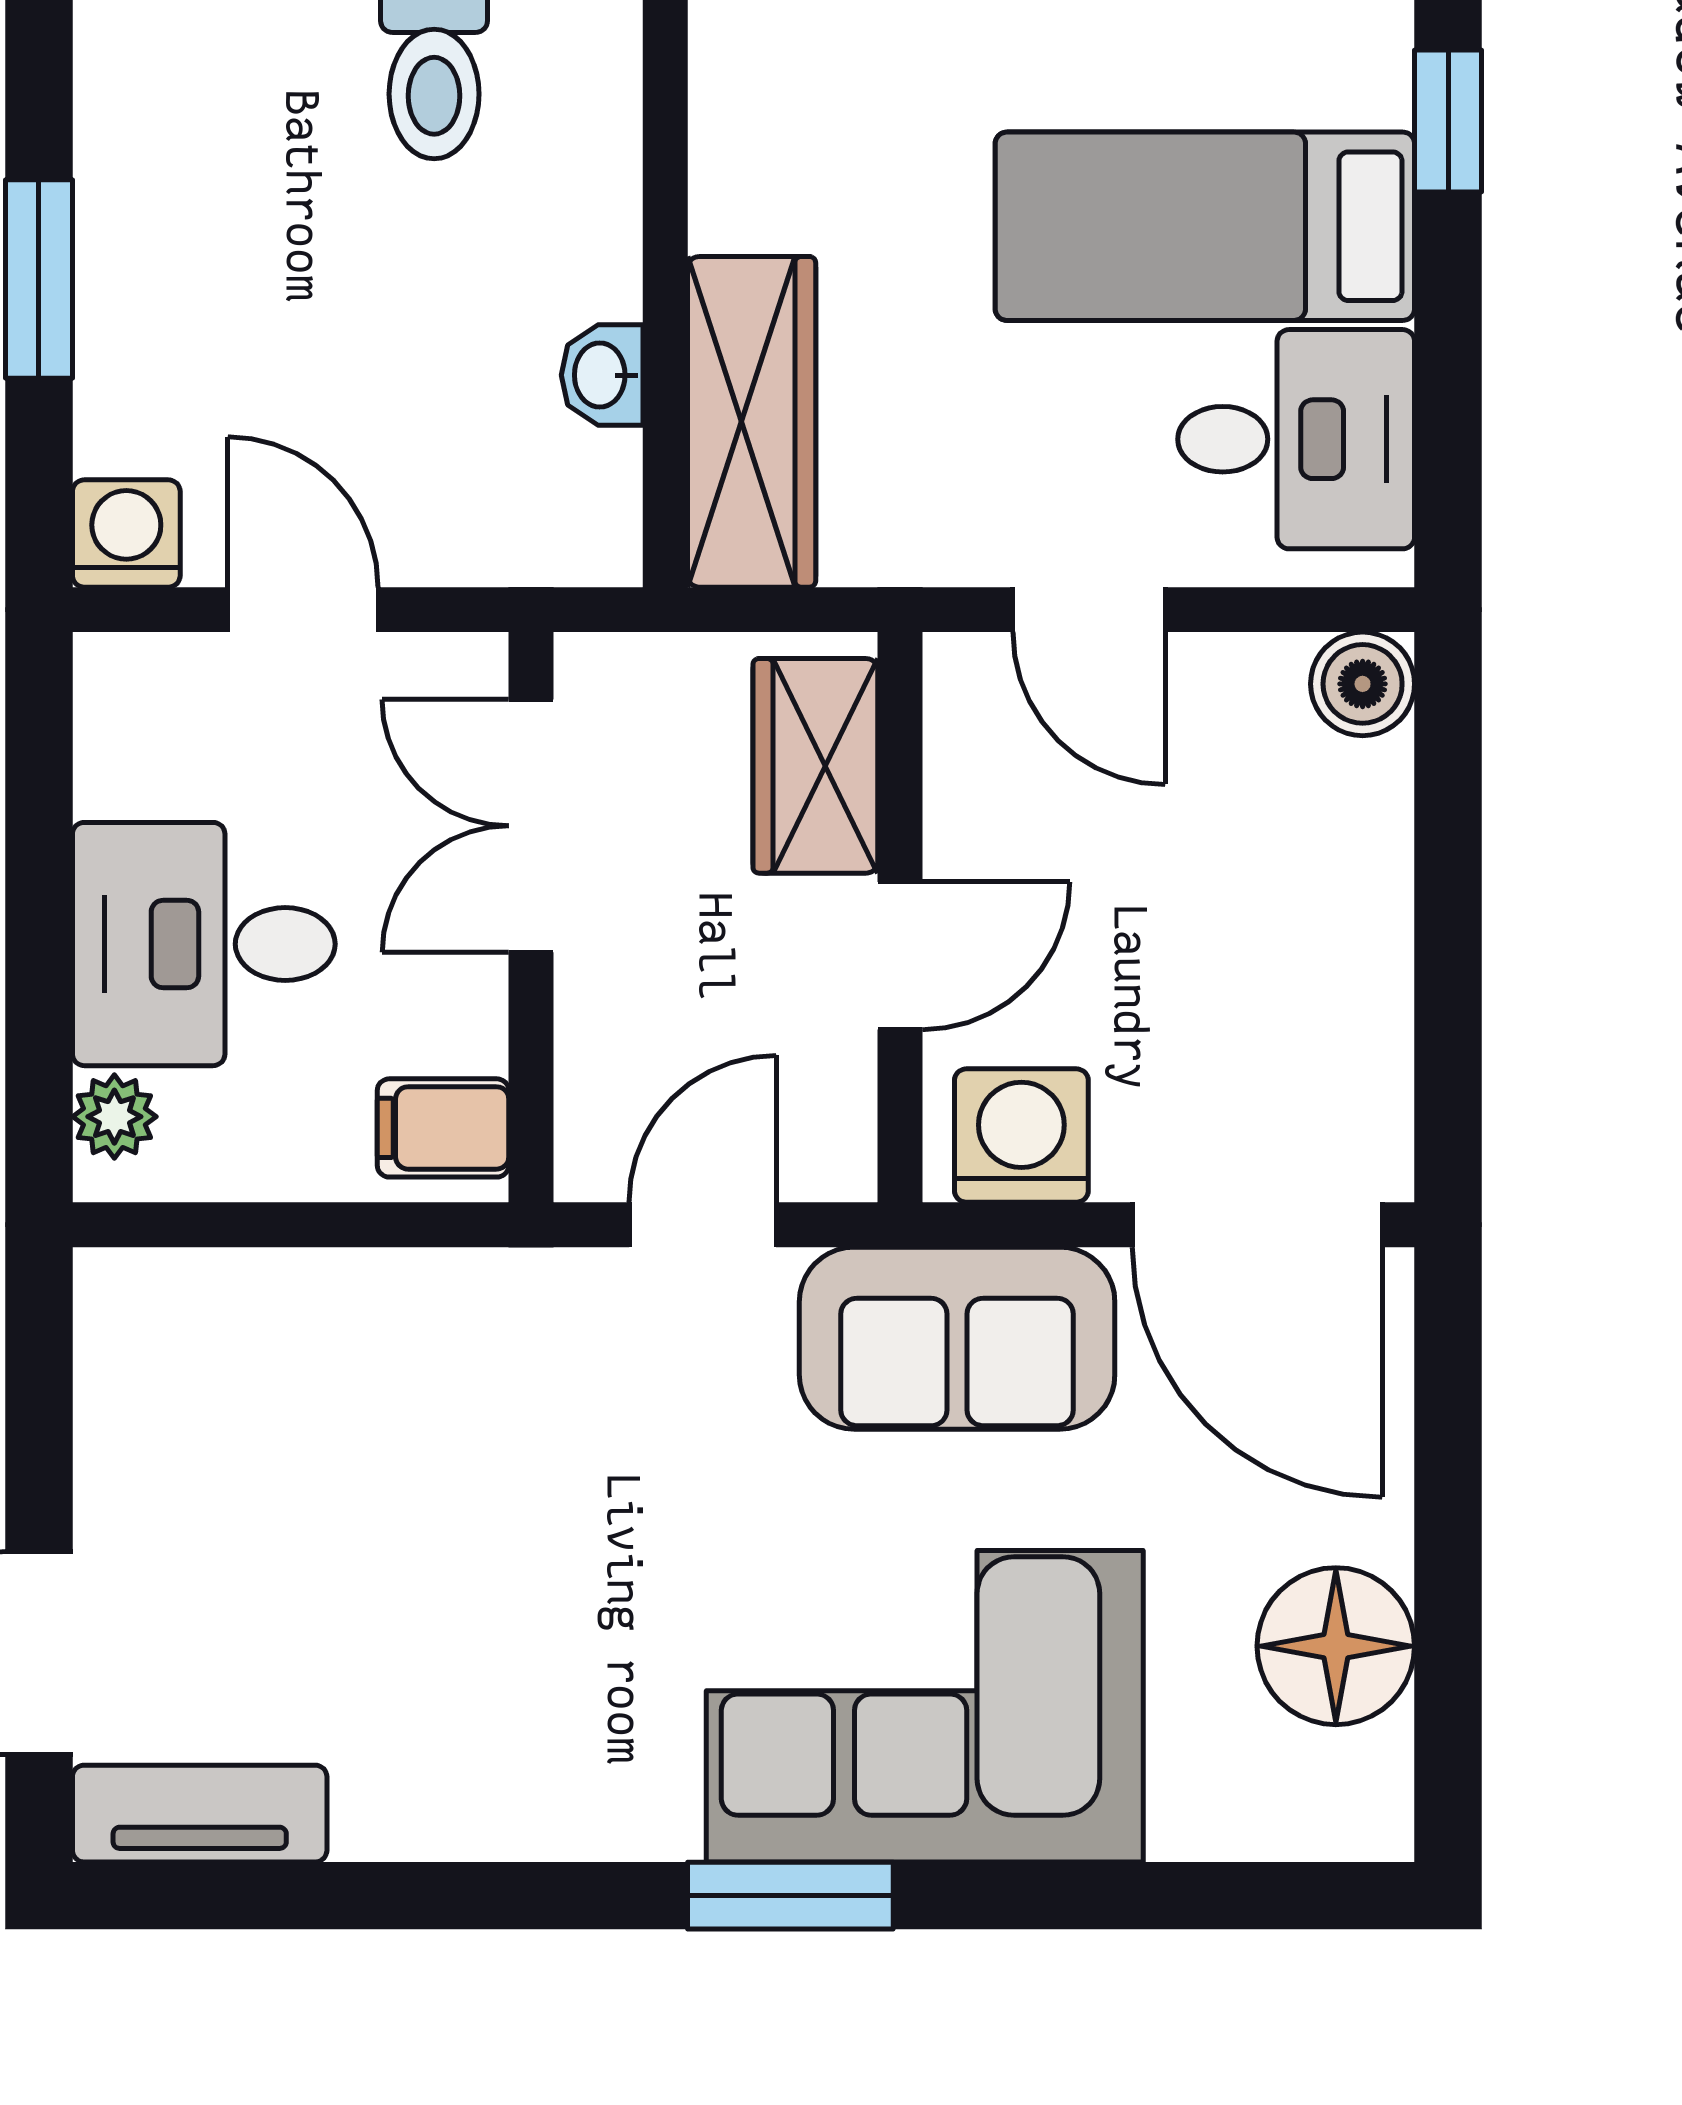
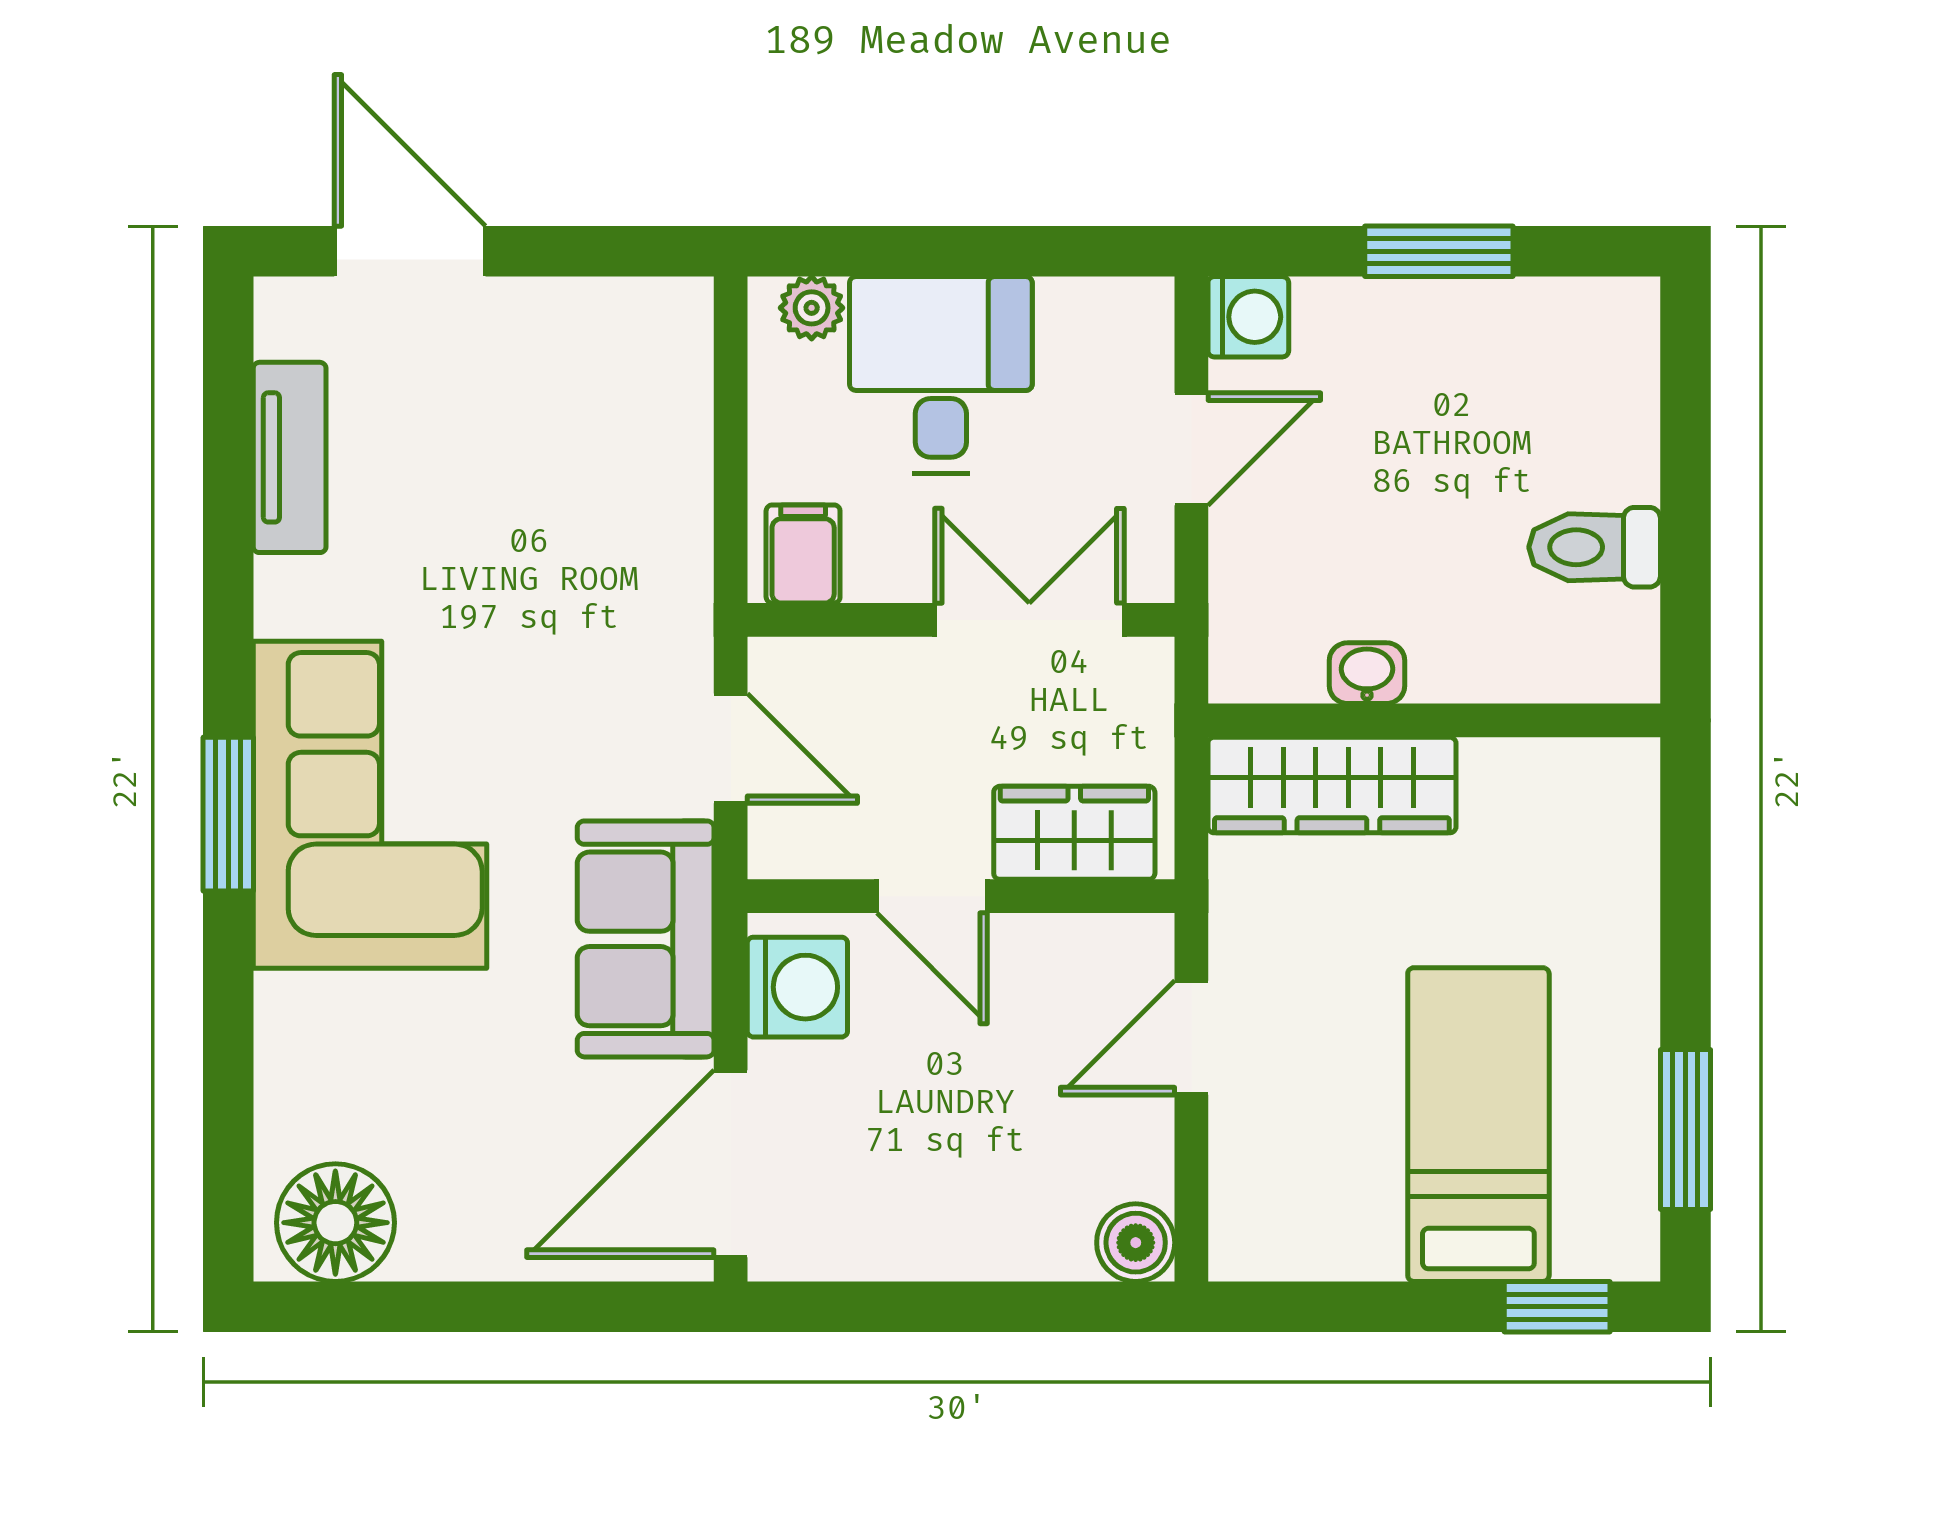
desk: (1296, 439) -> (1319, 1193), removed
floor lamp: (1336, 1646) -> (335, 1223), moved
corner sofa: (925, 1706) -> (370, 805), moved
tv unit: (200, 1814) -> (290, 457), moved

